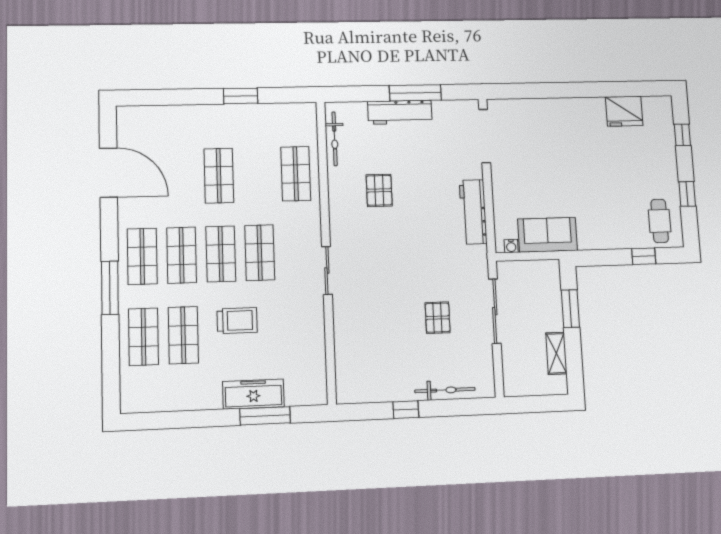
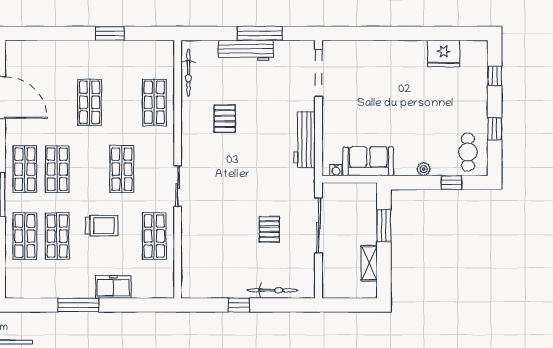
plant: (611, 242) -> (424, 169), added
shop shelf: (221, 254) -> (154, 236), moved
freezer: (253, 394) -> (113, 287), width x0.71
window: (265, 416) -> (78, 305), moved

